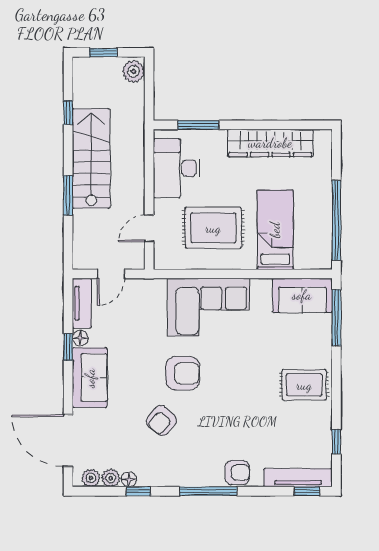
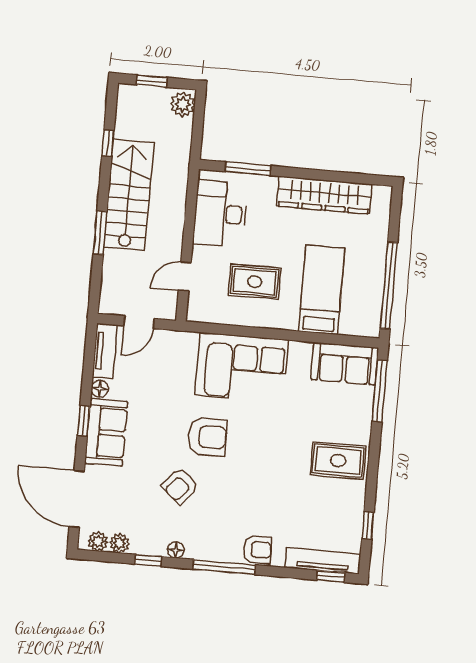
rug: (213, 228) -> (255, 282), width x0.73, depth x0.70
window: (68, 347) -> (84, 421), moved
floor lamp: (129, 479) -> (176, 550), moved

